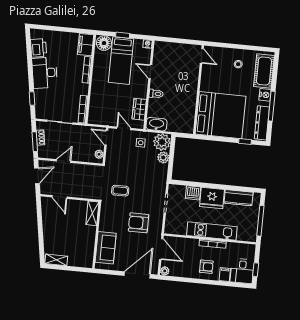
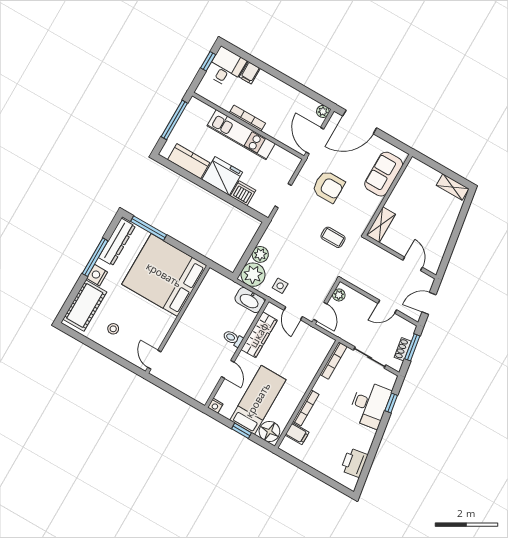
filing cabinet: (86, 45) -> (297, 434), width x0.50
desk: (45, 73) -> (370, 405), moved
wardrobe: (139, 109) -> (259, 335), width x1.50
window: (245, 141) -> (149, 228), width x2.17
armchair: (206, 267) -> (268, 93), removed

